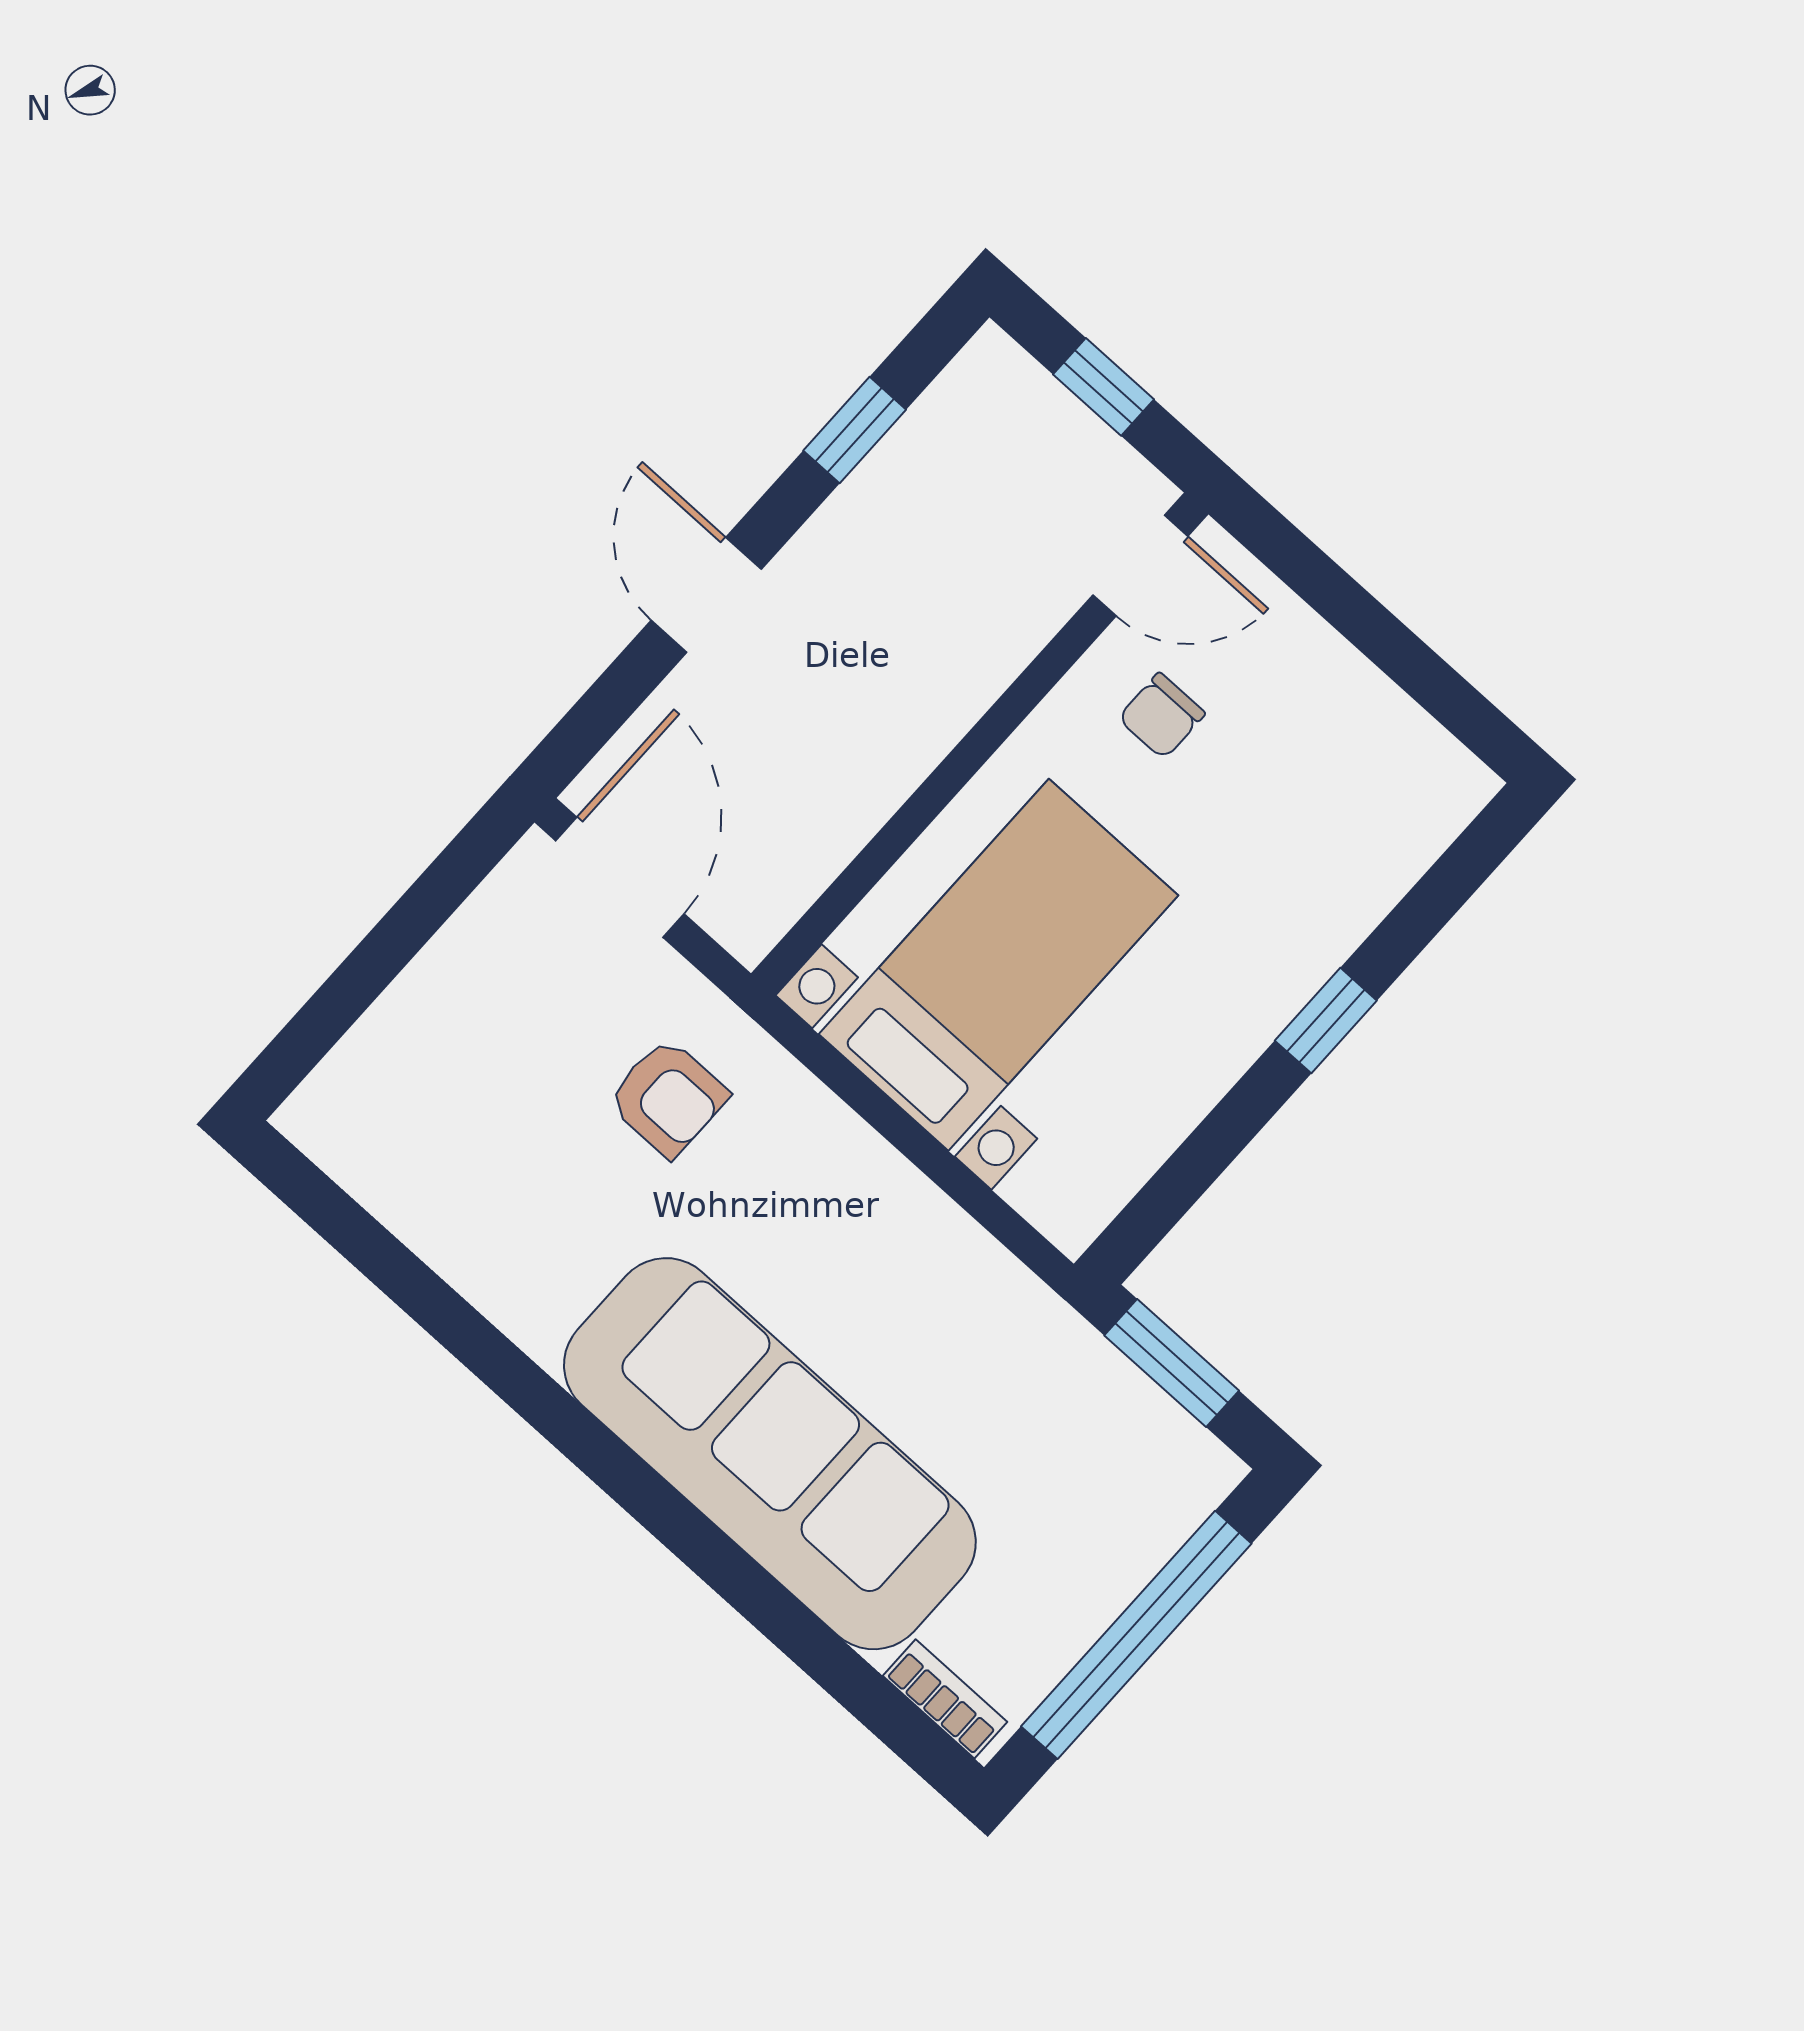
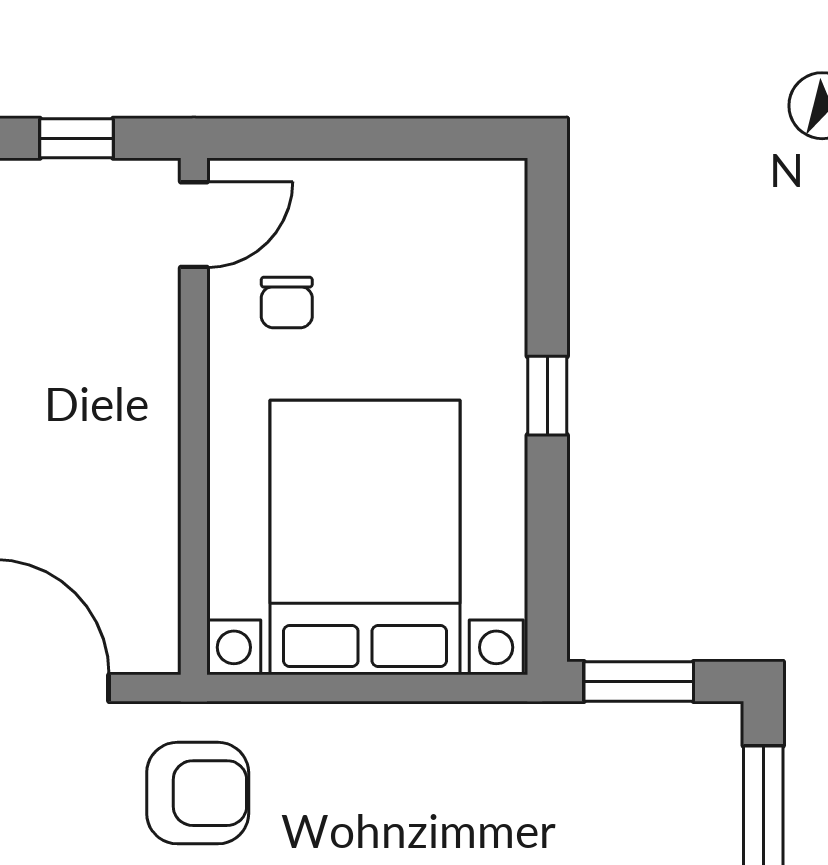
bed with nightstands: (999, 965) -> (365, 537), width x1.36
armchair: (668, 1097) -> (198, 793), width x1.38, depth x1.38

